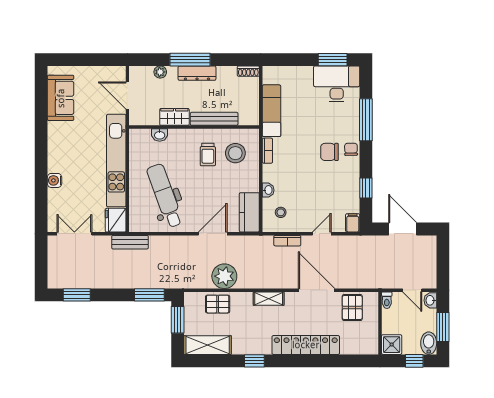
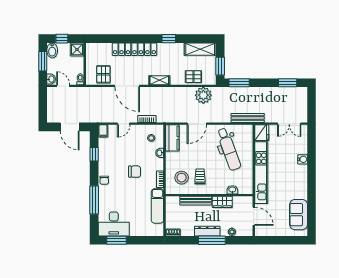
chair: (330, 152) -> (135, 172), moved
bench: (130, 242) -> (248, 118), width x1.36
plant: (224, 276) -> (203, 95), moved

